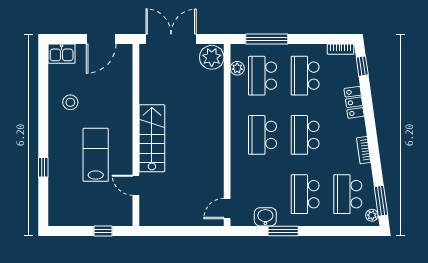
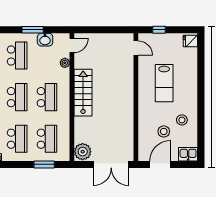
window: (267, 39) -> (44, 164), width x0.69
plant: (237, 68) -> (65, 63), moved
stool: (96, 86) -> (164, 131), added
stairs: (152, 138) -> (83, 93), moved, turned 180
window: (43, 167) -> (201, 74), removed
door: (136, 185) -> (136, 48), moved
fridge: (58, 215) -> (190, 41), added

